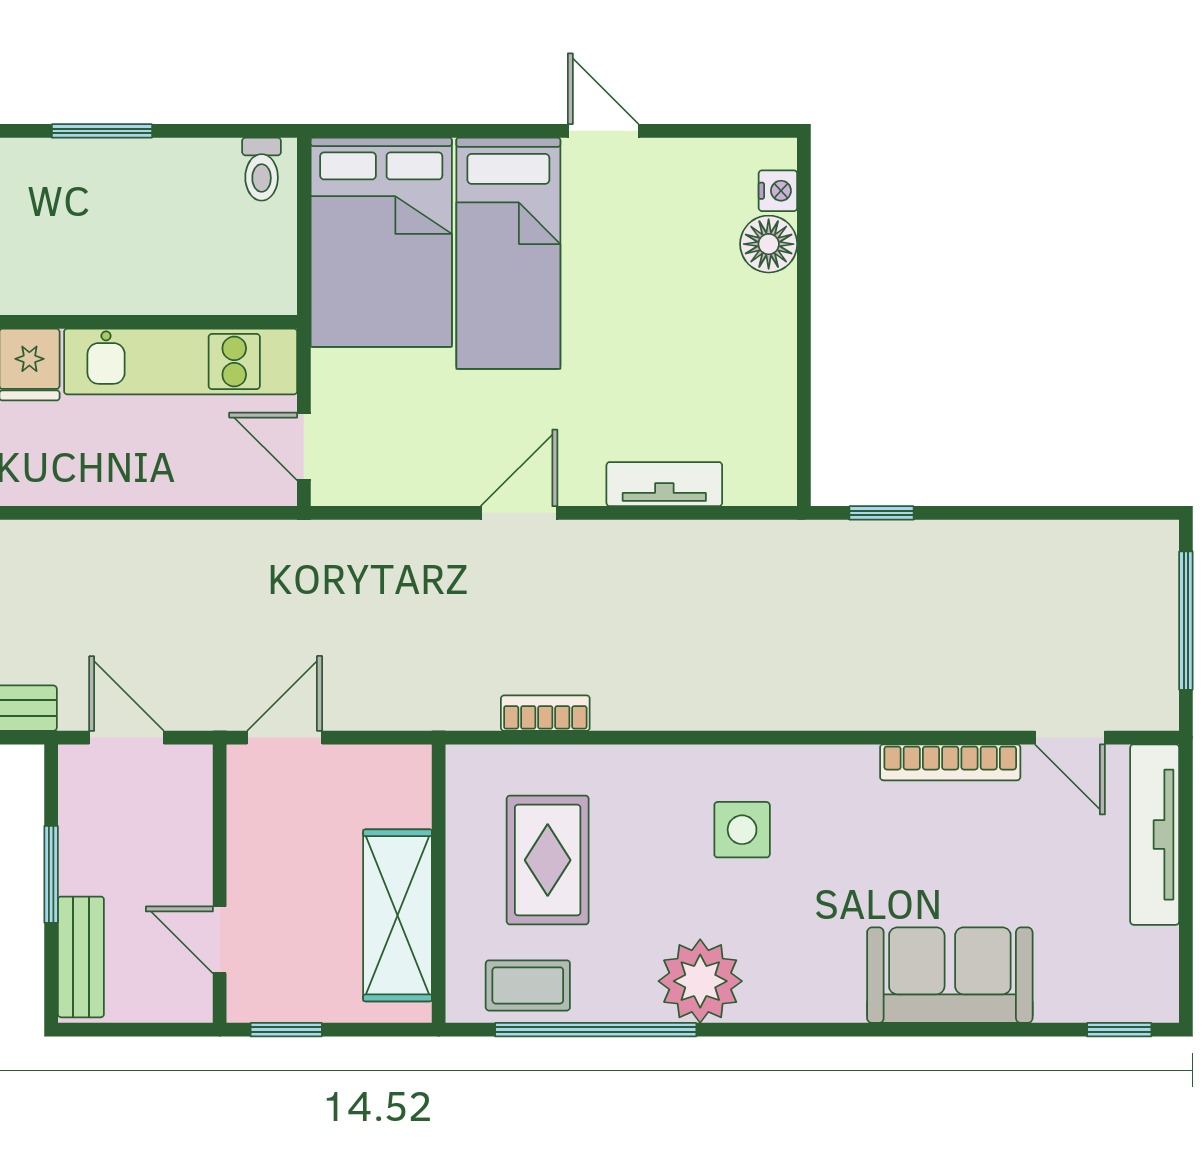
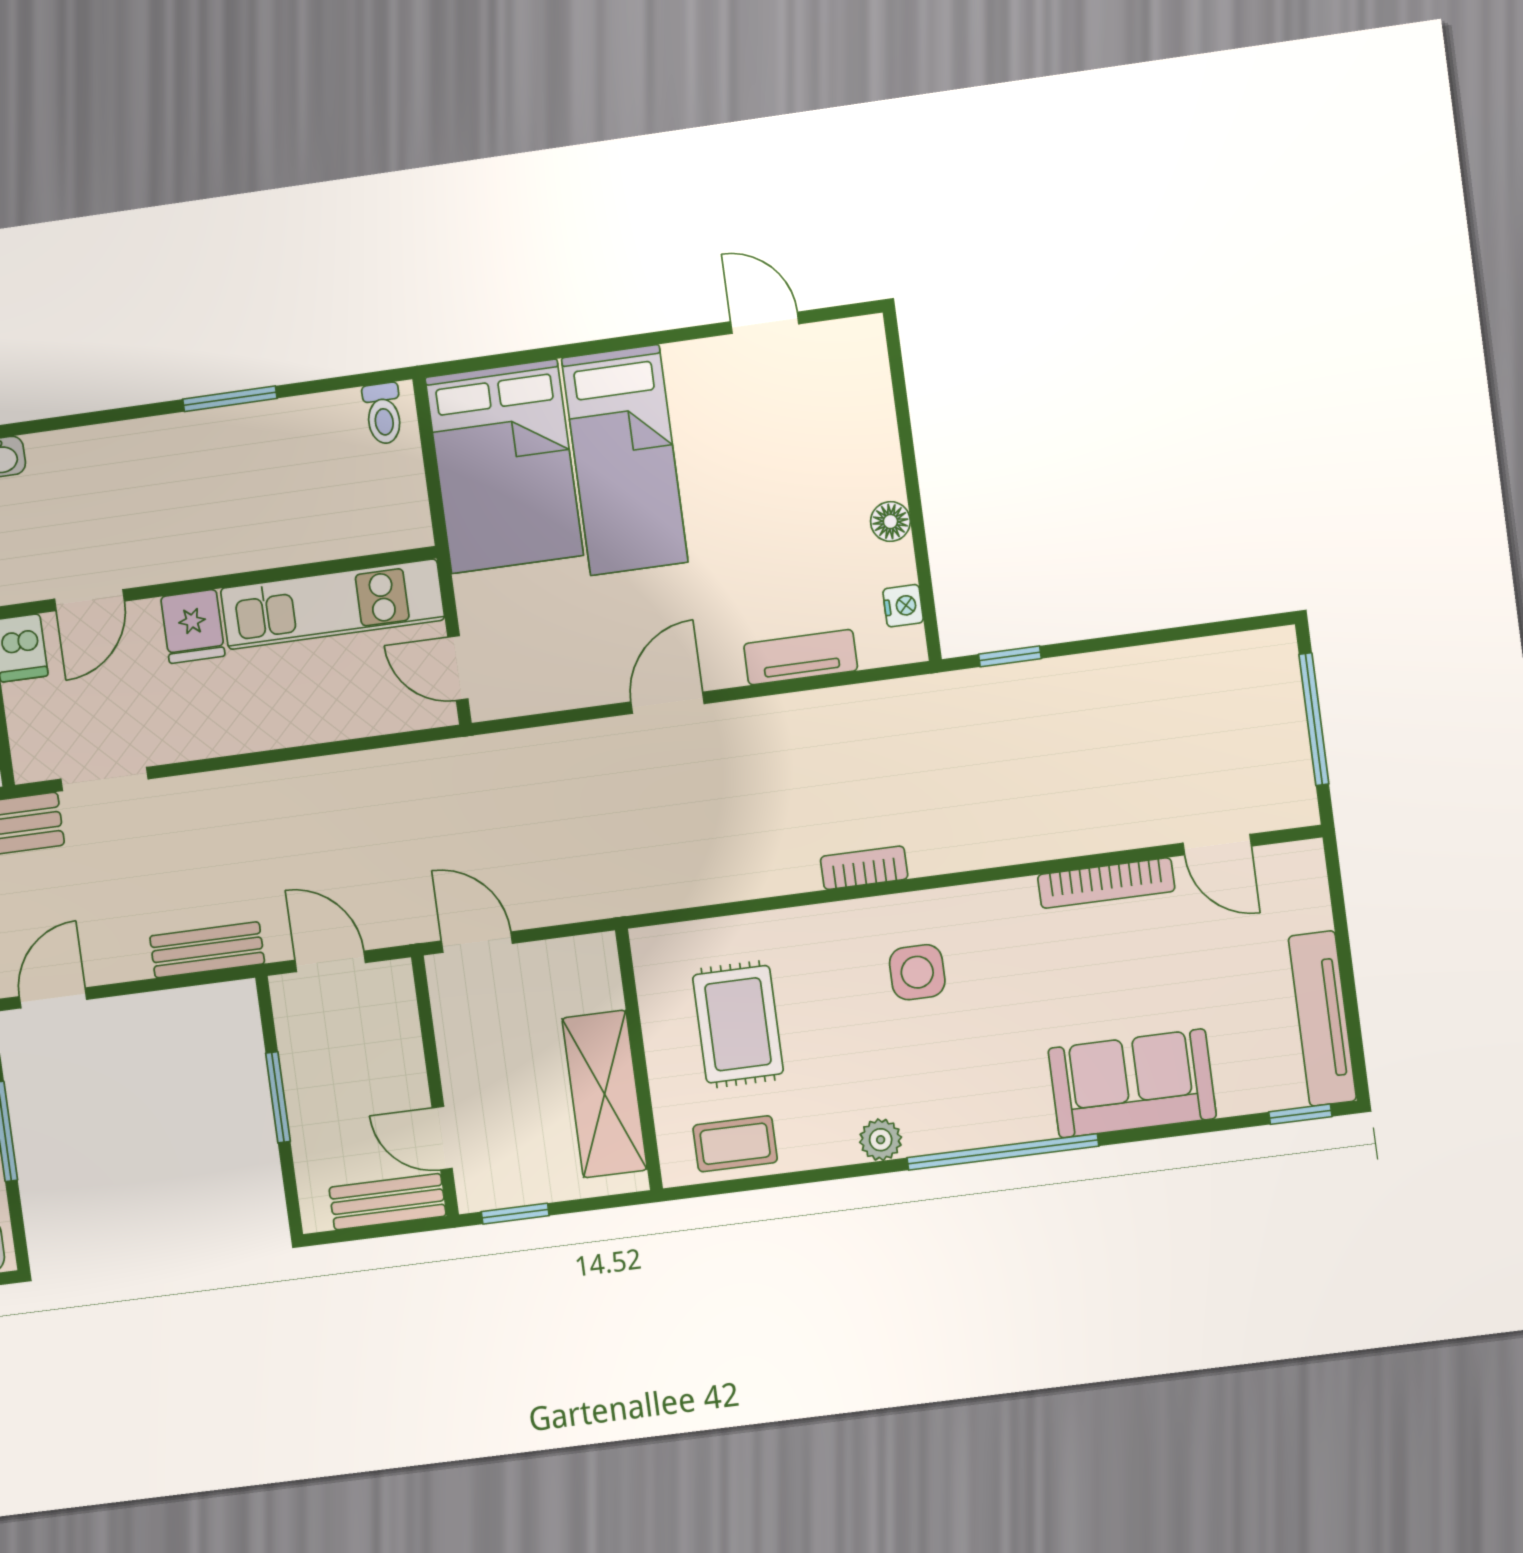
door: (603, 131) -> (765, 323), moved
nightstand: (778, 191) -> (903, 606), moved
floor lamp: (769, 244) -> (890, 522), moved, width x0.73, depth x0.73
bookcase: (545, 713) -> (864, 868), moved
door: (285, 738) -> (477, 942), hinge flipped
tv unit: (1155, 835) -> (1322, 1019), moved
bench: (81, 957) -> (388, 1202), moved, turned 90
plant: (700, 981) -> (881, 1140), width x0.53, depth x0.53
window: (596, 1030) -> (1003, 1152), moved

